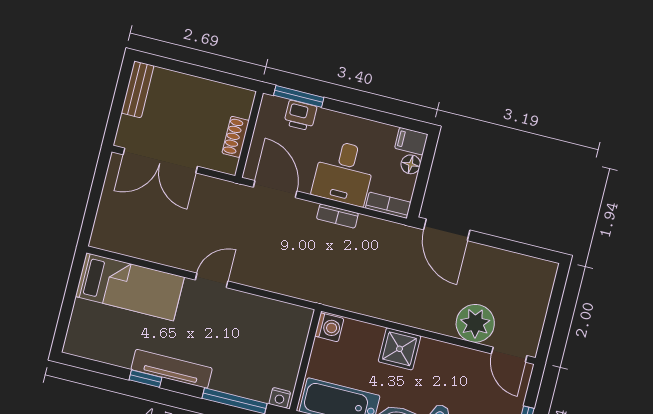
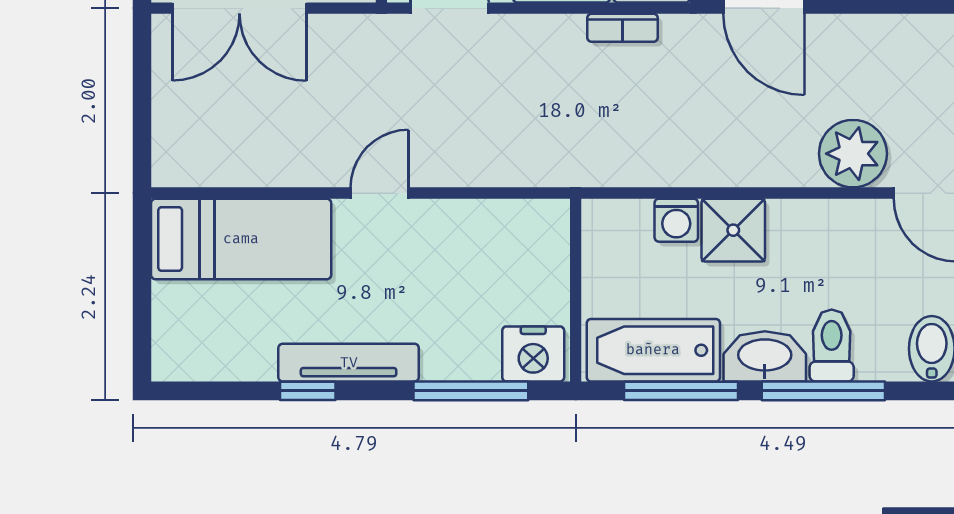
bookcase: (337, 216) -> (623, 28), moved
washing machine: (329, 327) -> (676, 220), moved, turned 90
nightstand: (280, 398) -> (533, 354), width x1.89, depth x1.79

